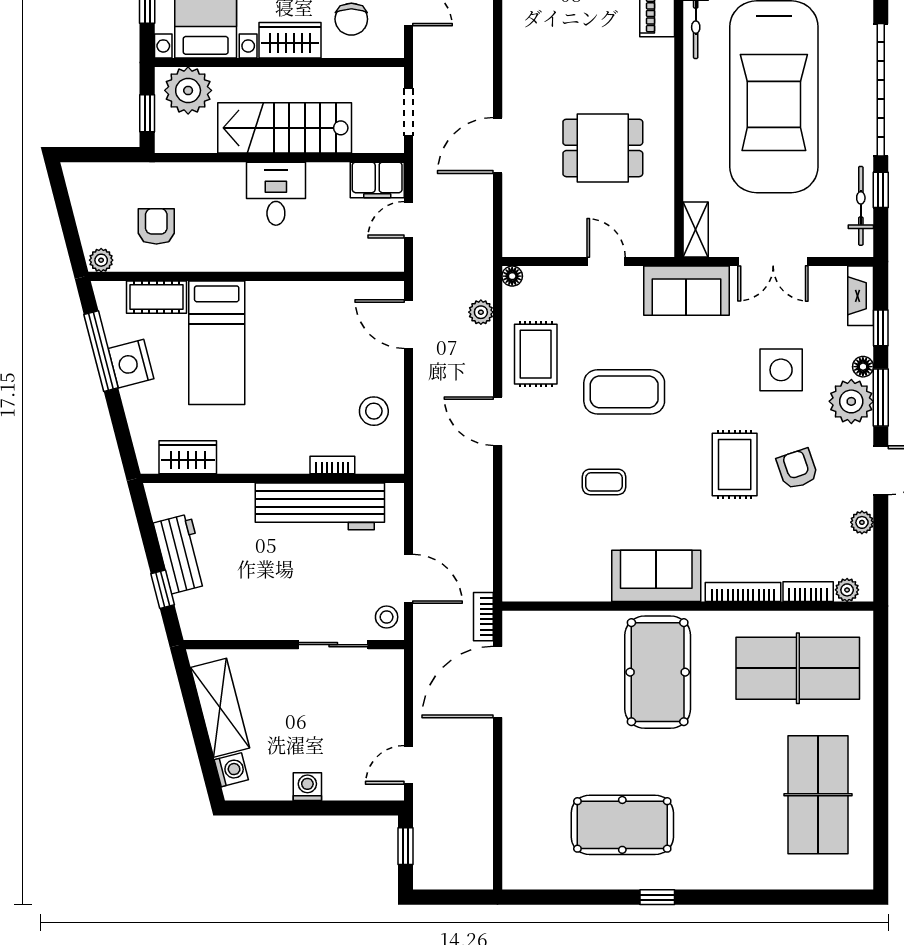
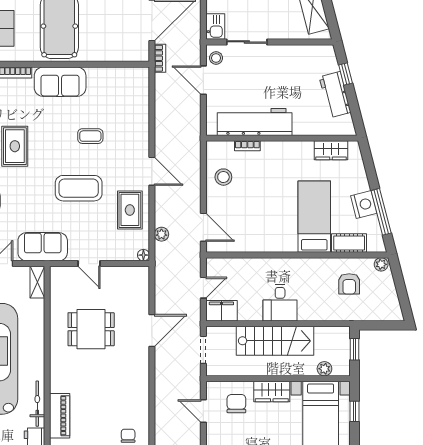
plant: (188, 90) -> (324, 369), width x0.53, depth x0.53
kitchen sink: (388, 672) -> (215, 26), added

